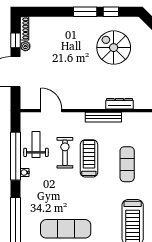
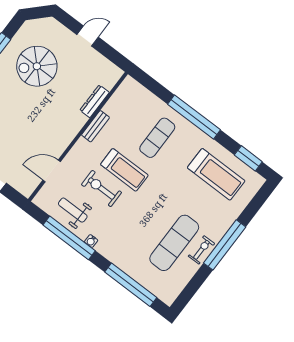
bench: (103, 117) -> (96, 126), width x0.73
treadmill: (89, 158) -> (124, 170), turned 180
exercise mat: (127, 164) -> (157, 138), turned 90

